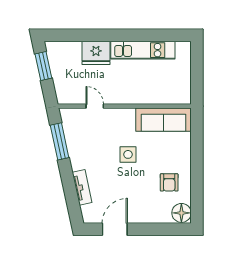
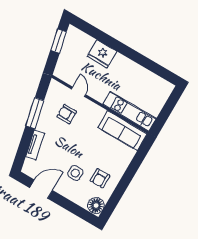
kitchen unit: (143, 50) -> (130, 111), moved, turned 180
armchair: (96, 136) -> (67, 114), added
window: (60, 141) -> (35, 113), moved
side table: (128, 154) -> (75, 173), moved

